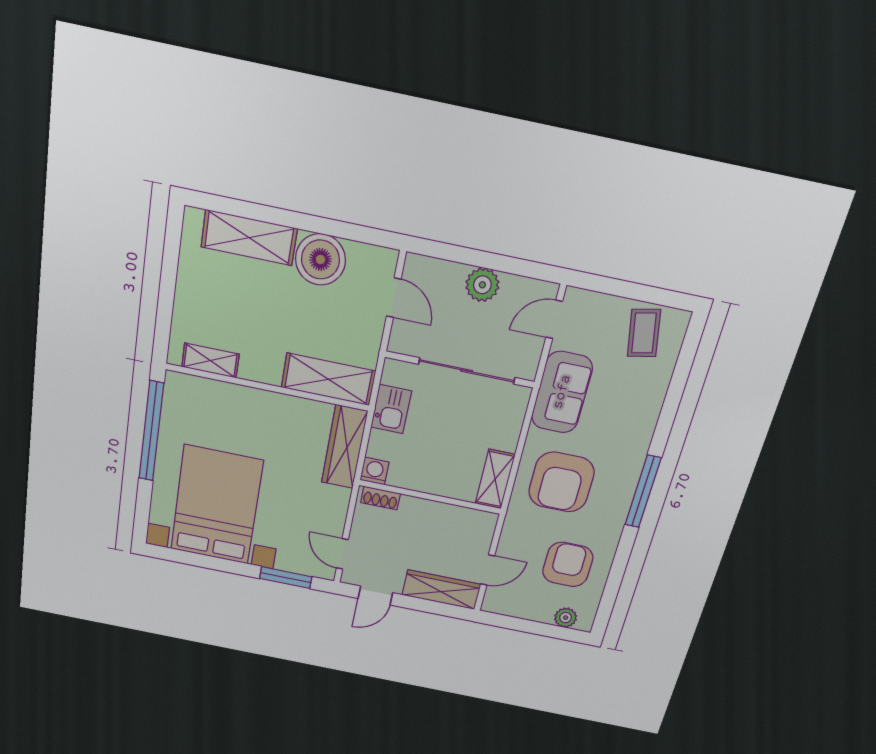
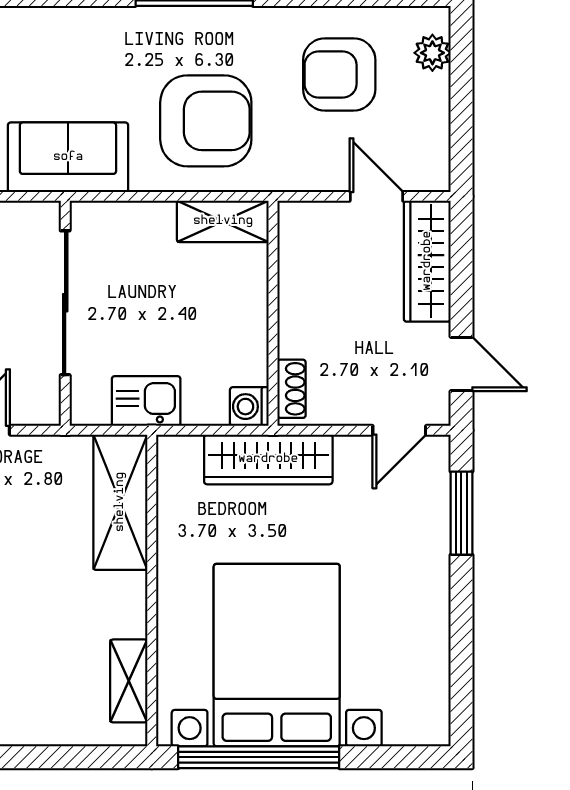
wardrobe: (344, 447) -> (268, 459), moved
bed with nightstands: (217, 505) -> (277, 655), moved, turned 90

